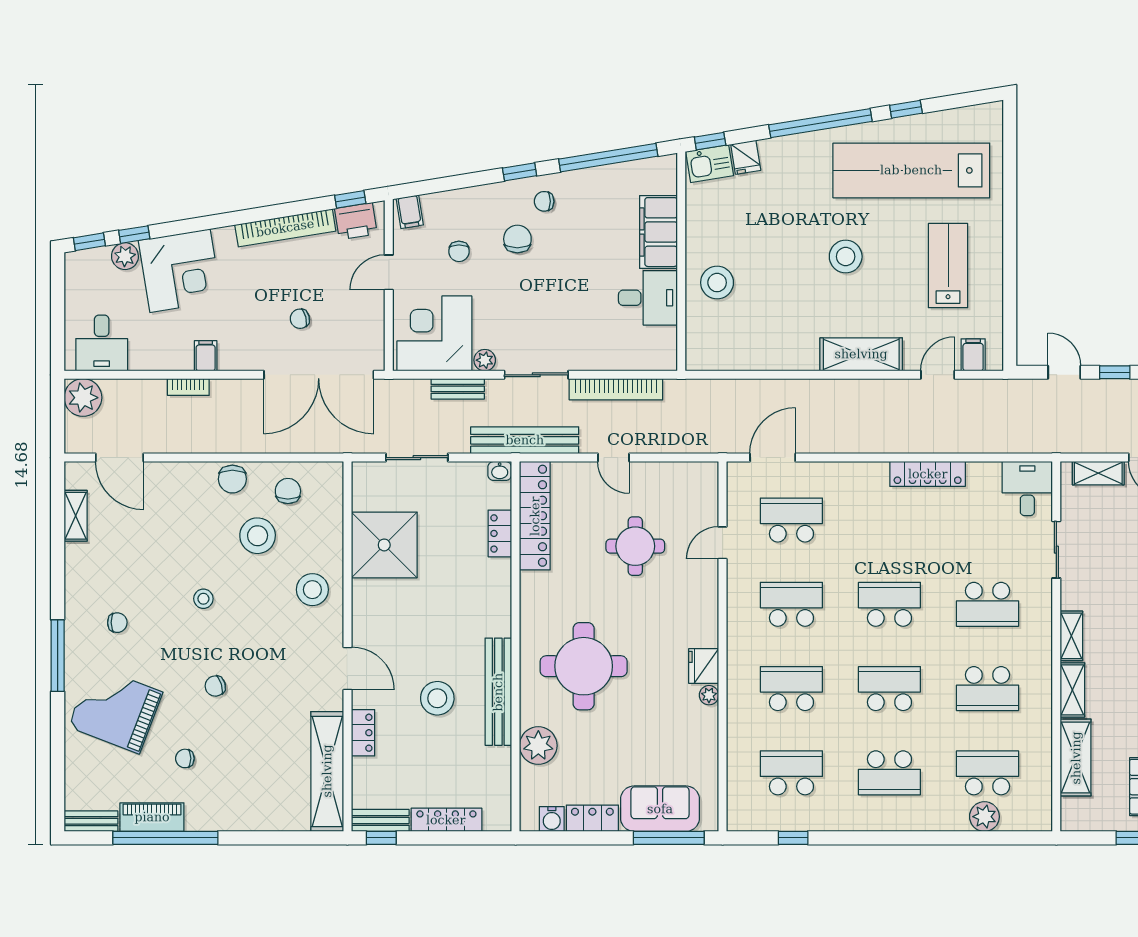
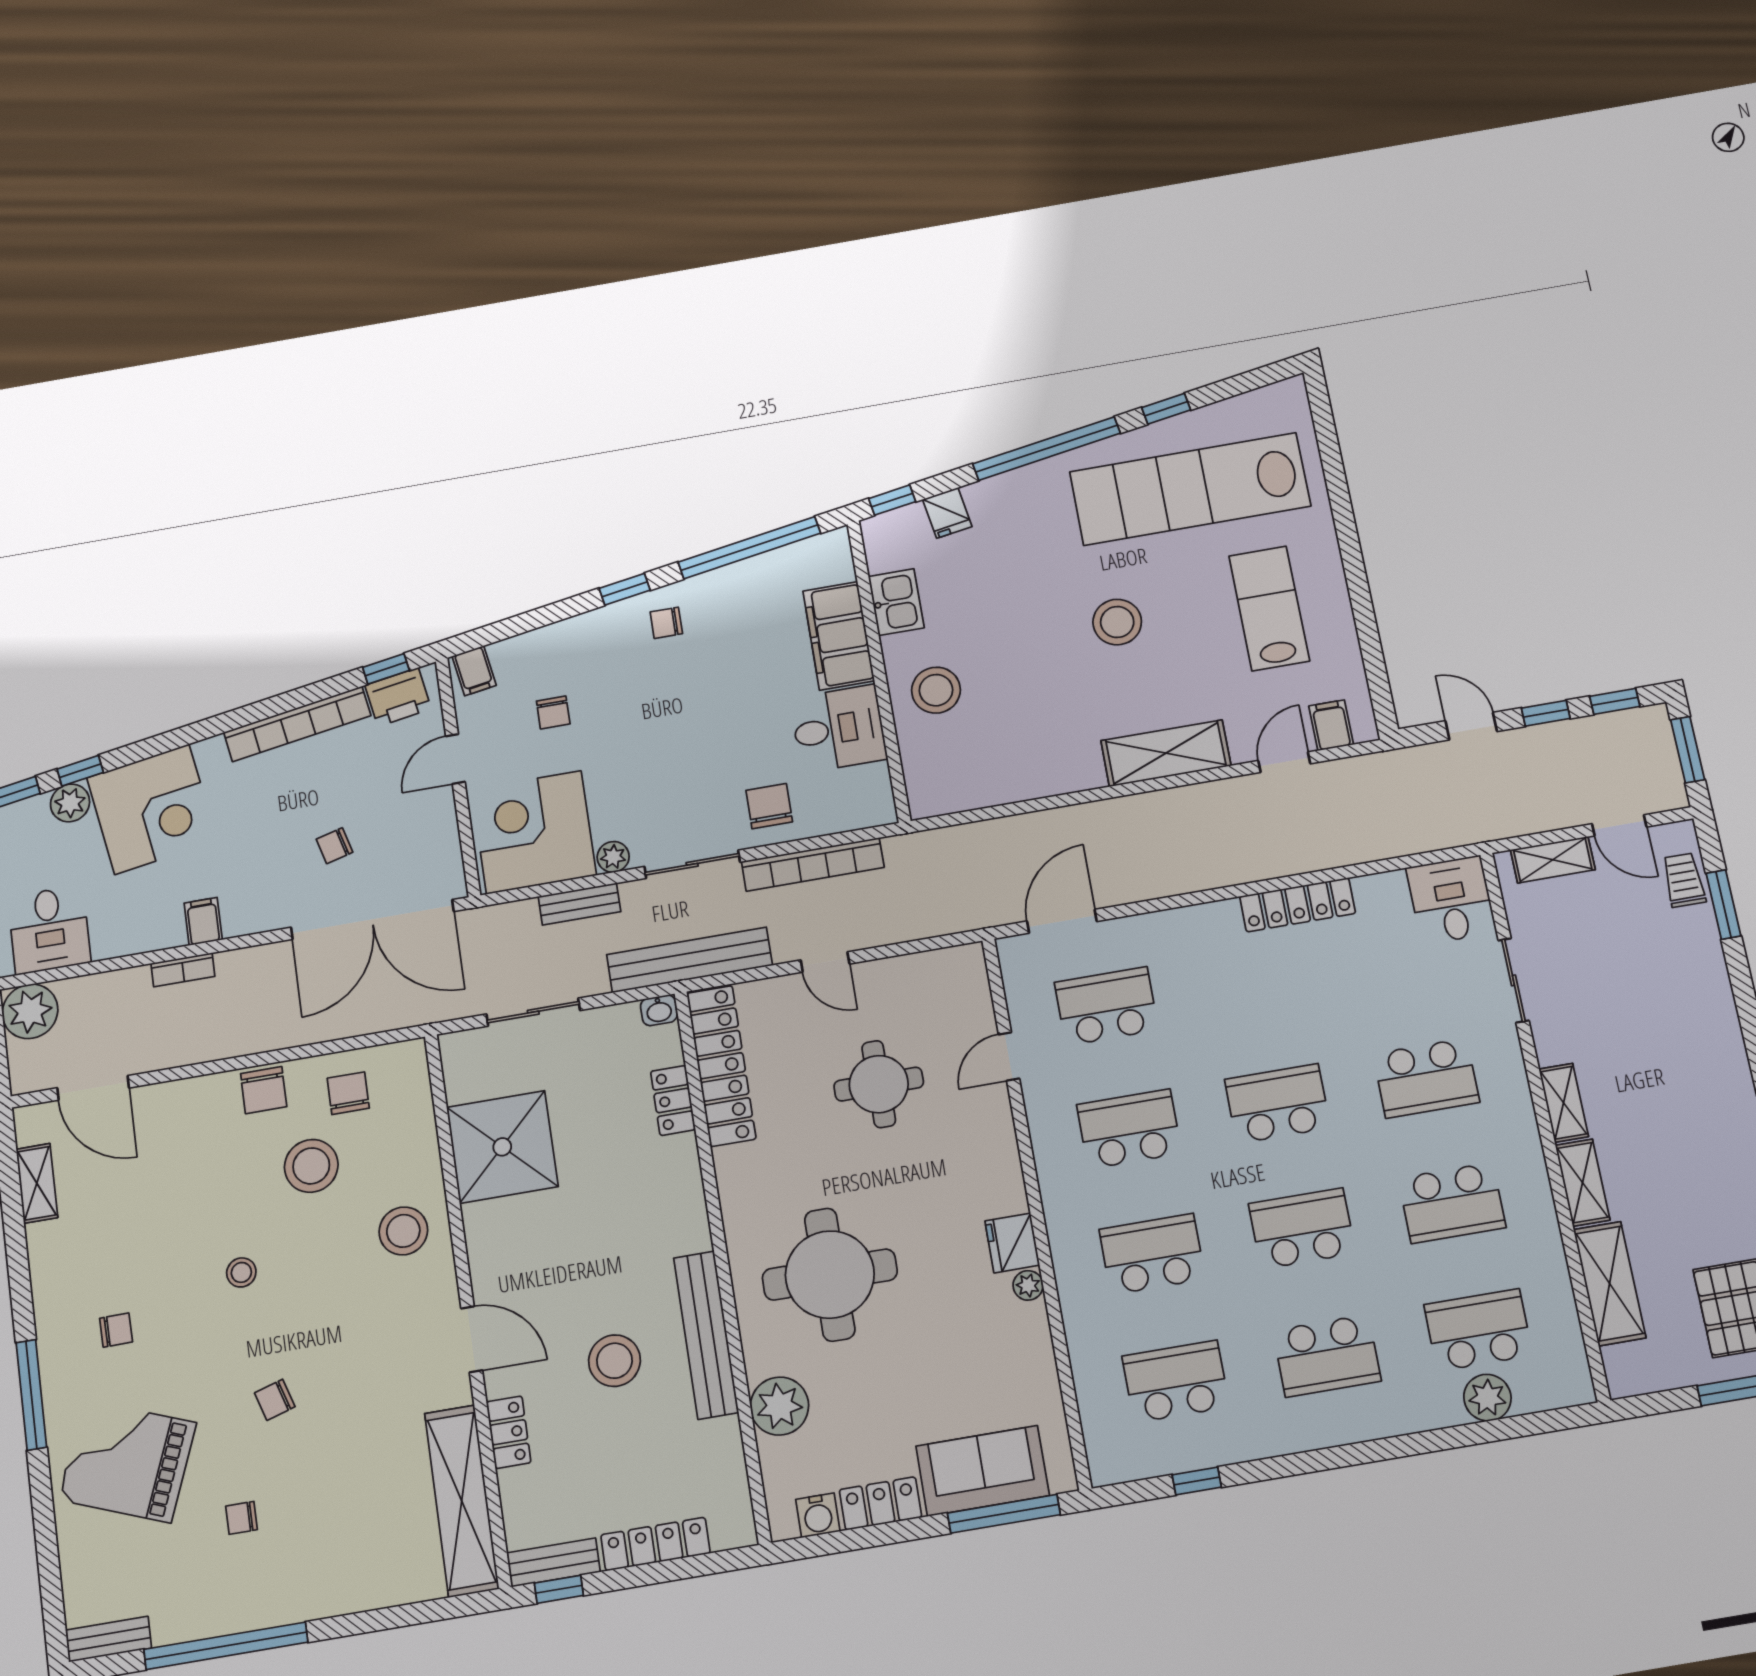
kitchen sink: (710, 164) -> (896, 602), moved, turned -81
chair: (517, 239) -> (769, 806), moved
piano: (152, 817) -> (201, 1617), removed

